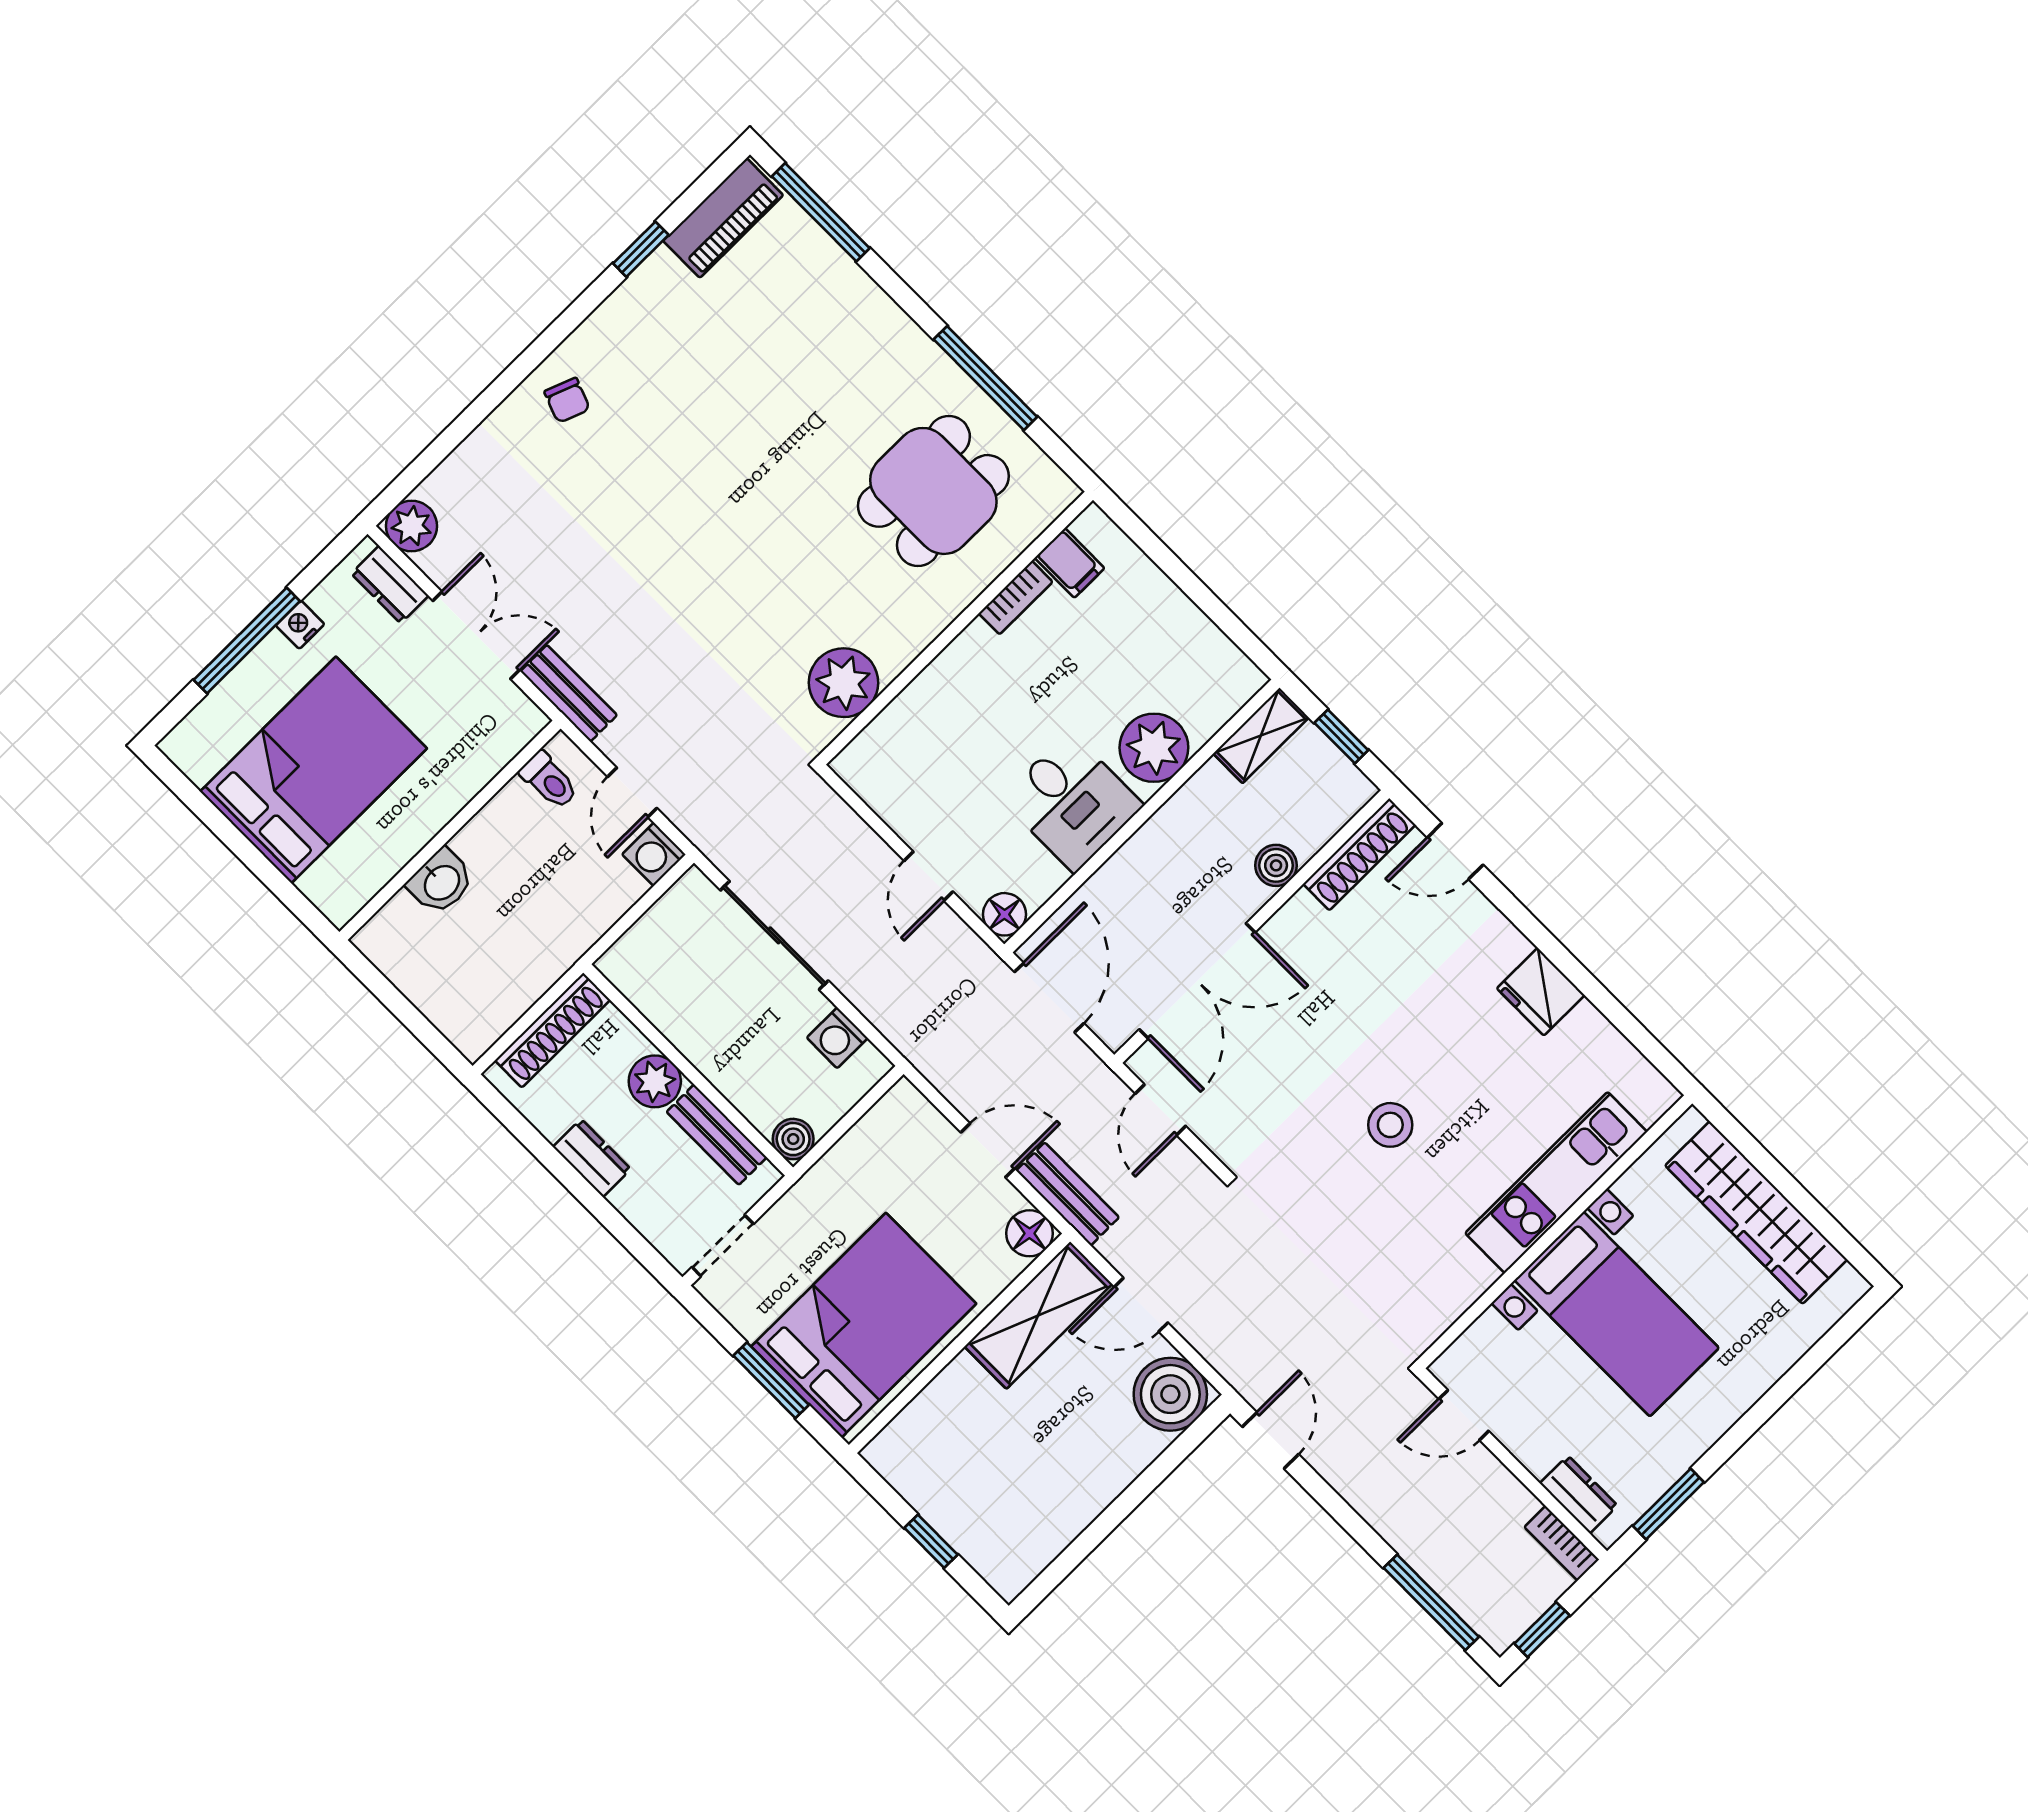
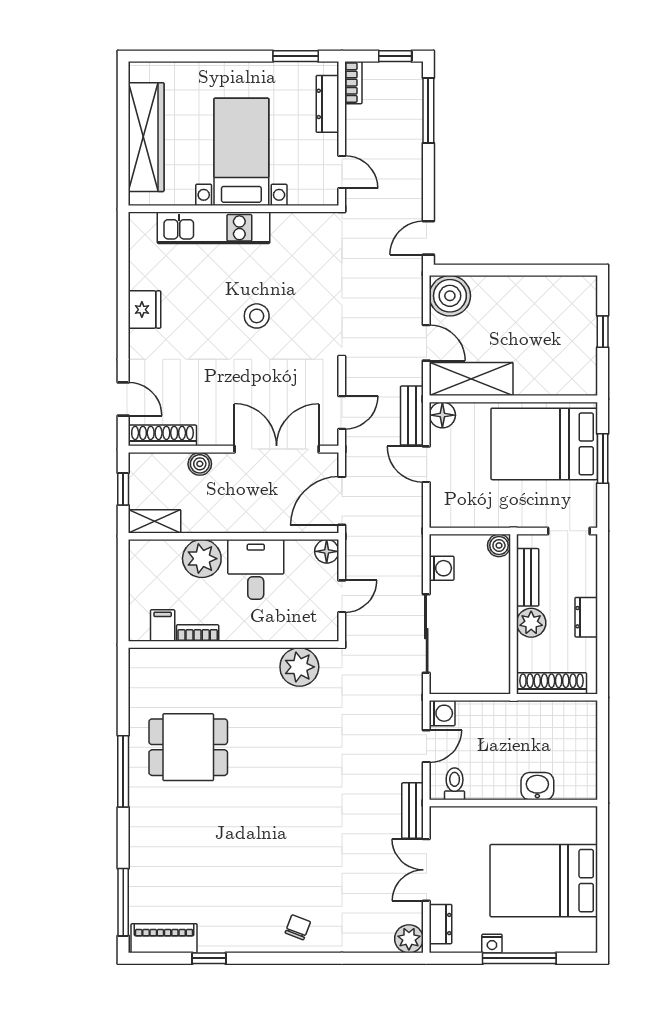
filing cabinet: (1069, 563) -> (163, 625), moved
bookcase: (1016, 598) -> (198, 633), moved
wall: (955, 628) -> (234, 645), moved
plant: (844, 683) -> (299, 667), moved
dresser: (1579, 1494) -> (327, 104), width x1.44

